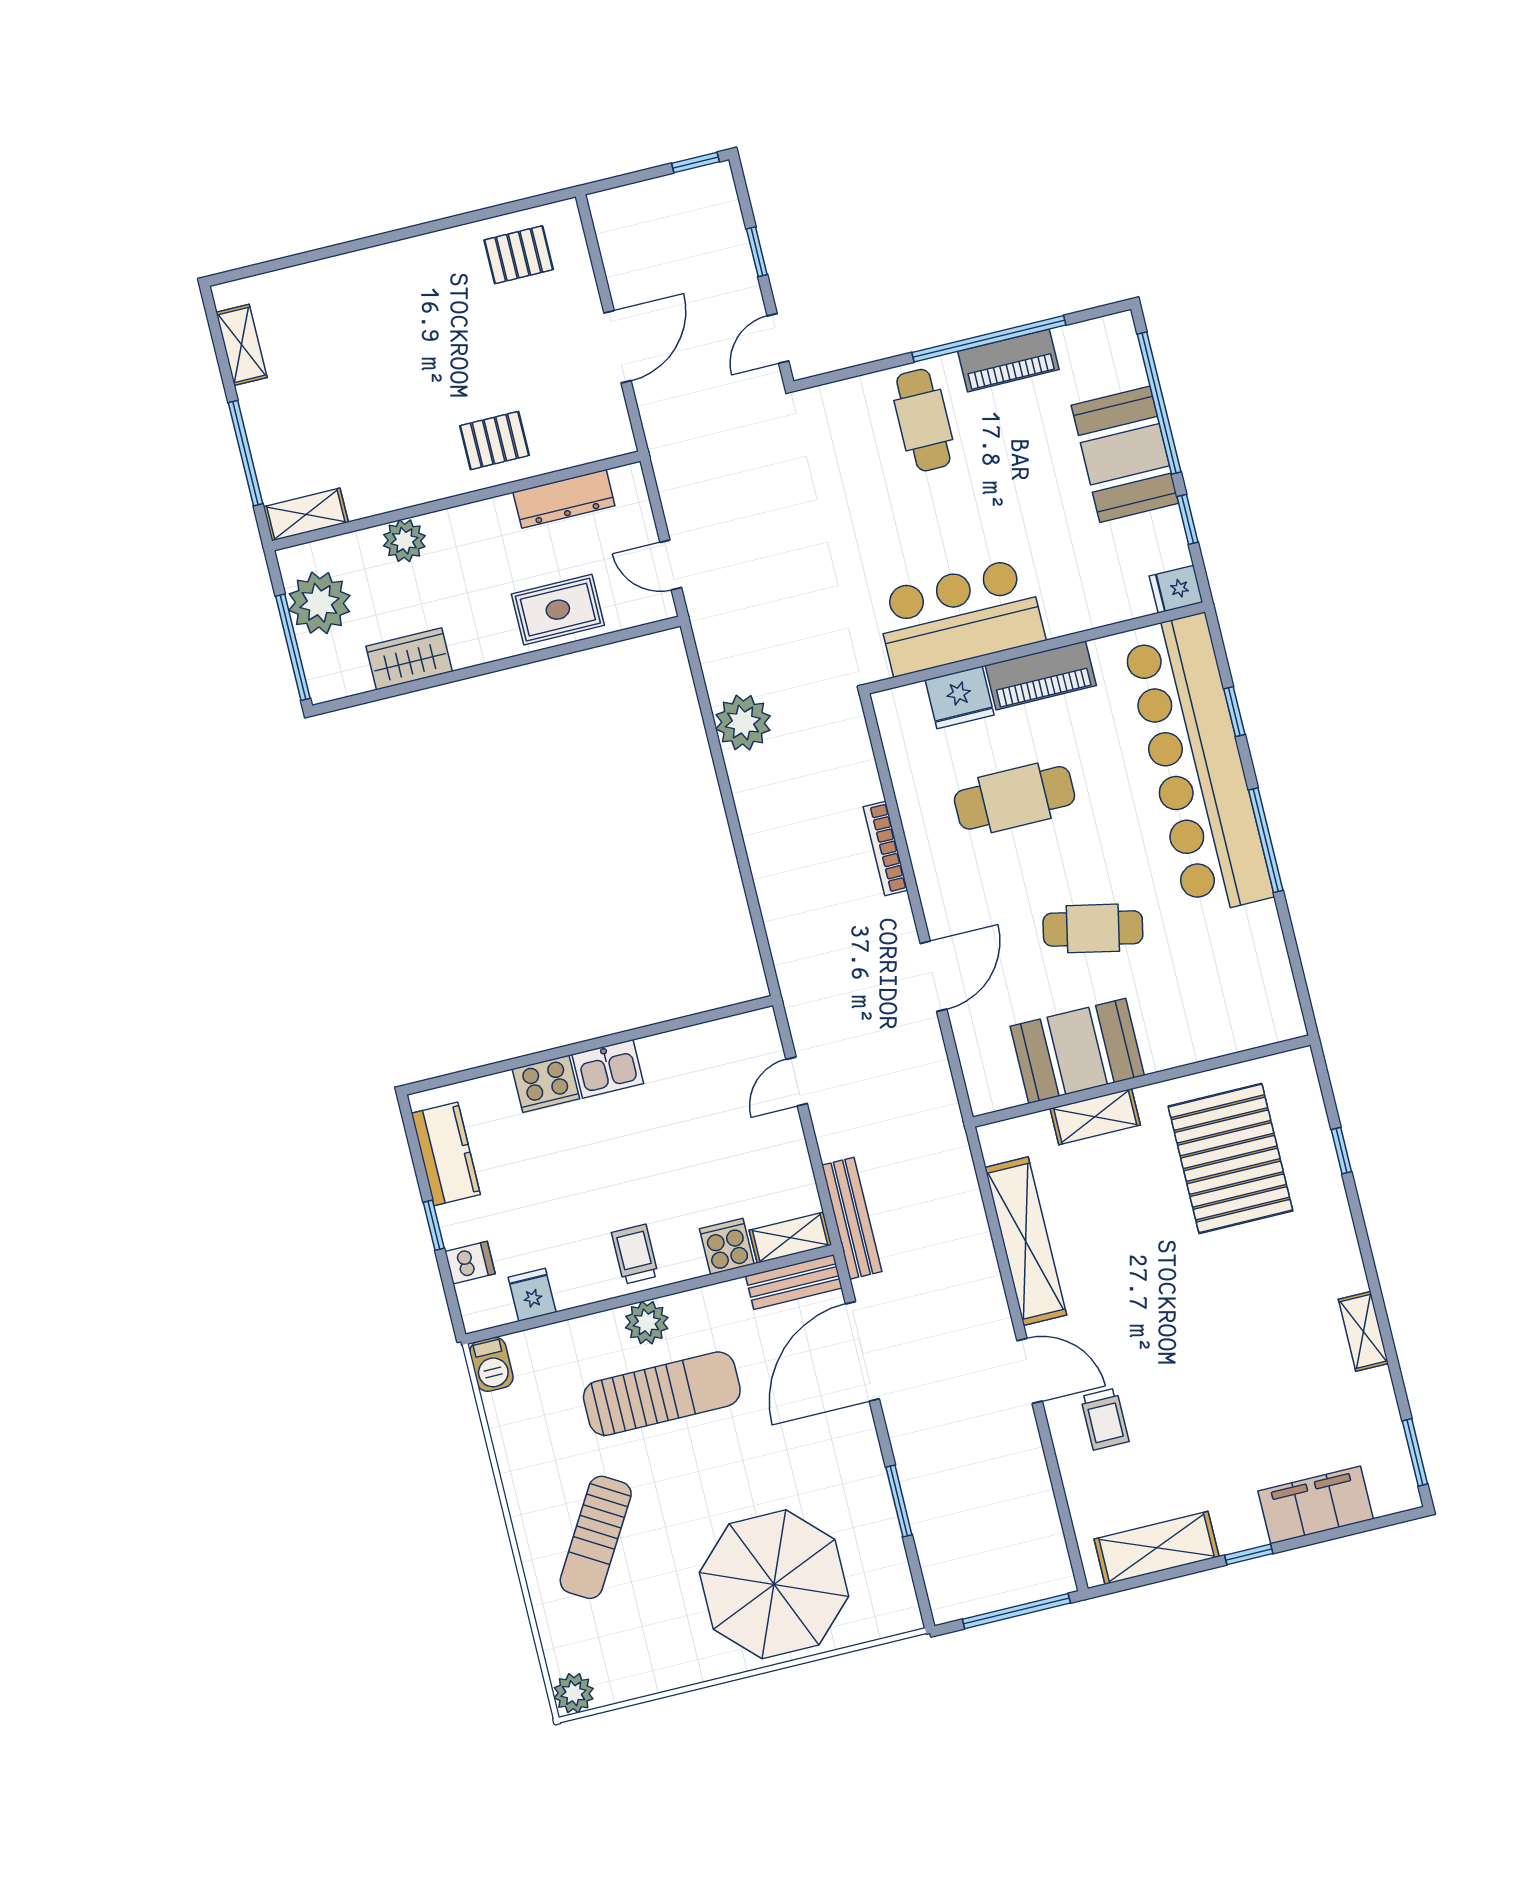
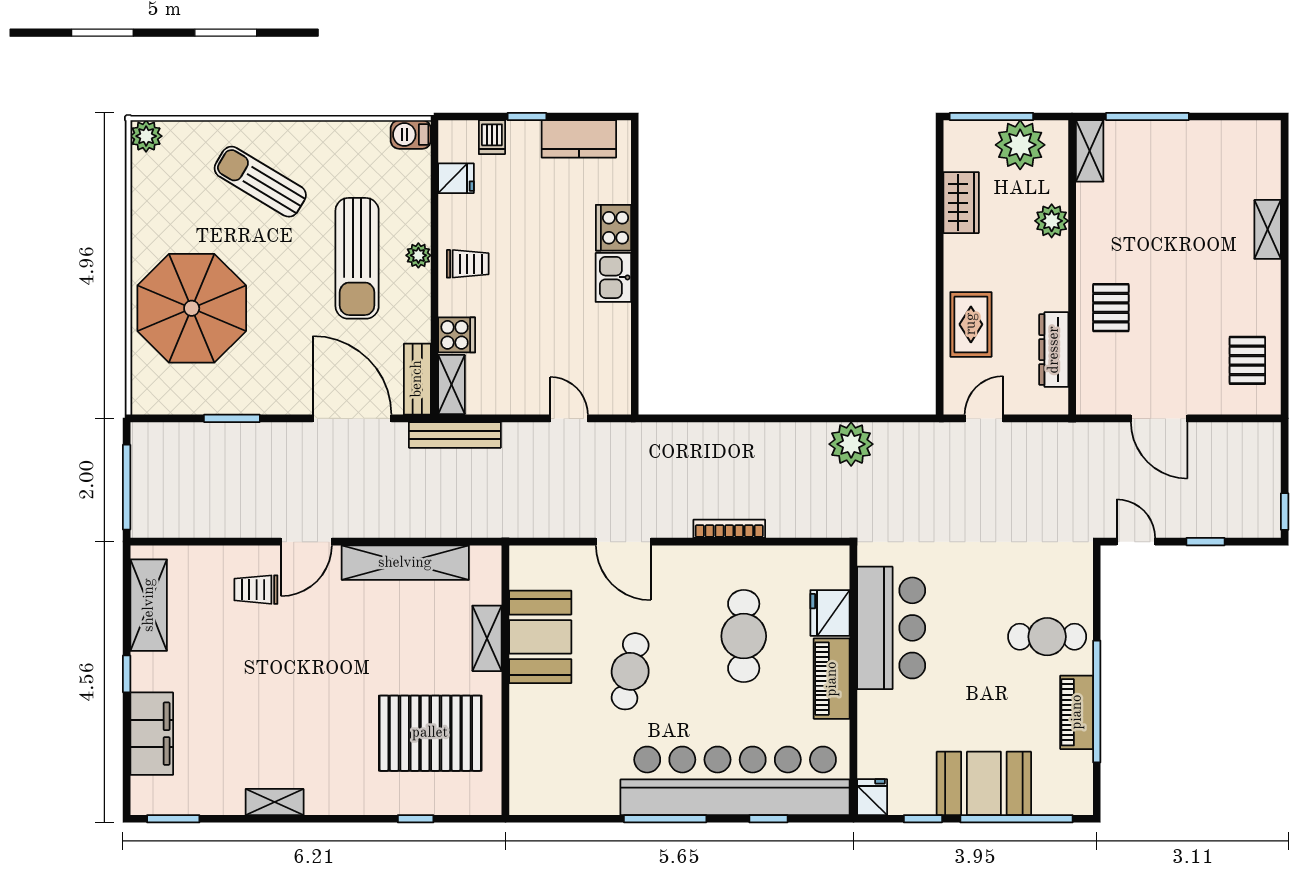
shelving: (242, 345) -> (1268, 229), moved, turned 90
plant: (647, 1323) -> (418, 255), width x0.73, depth x0.73

